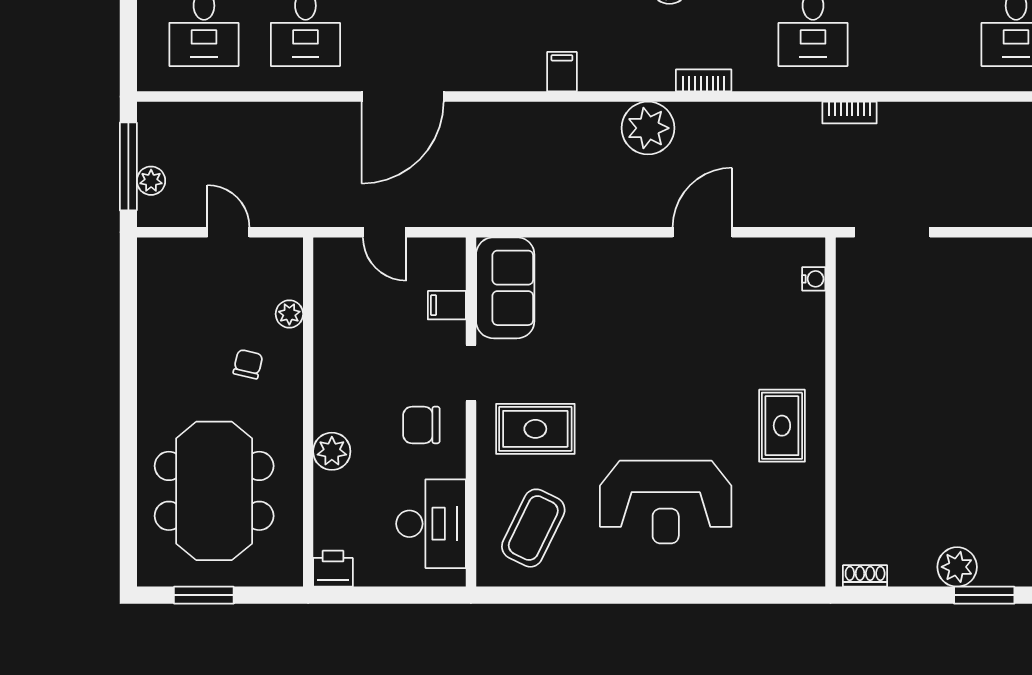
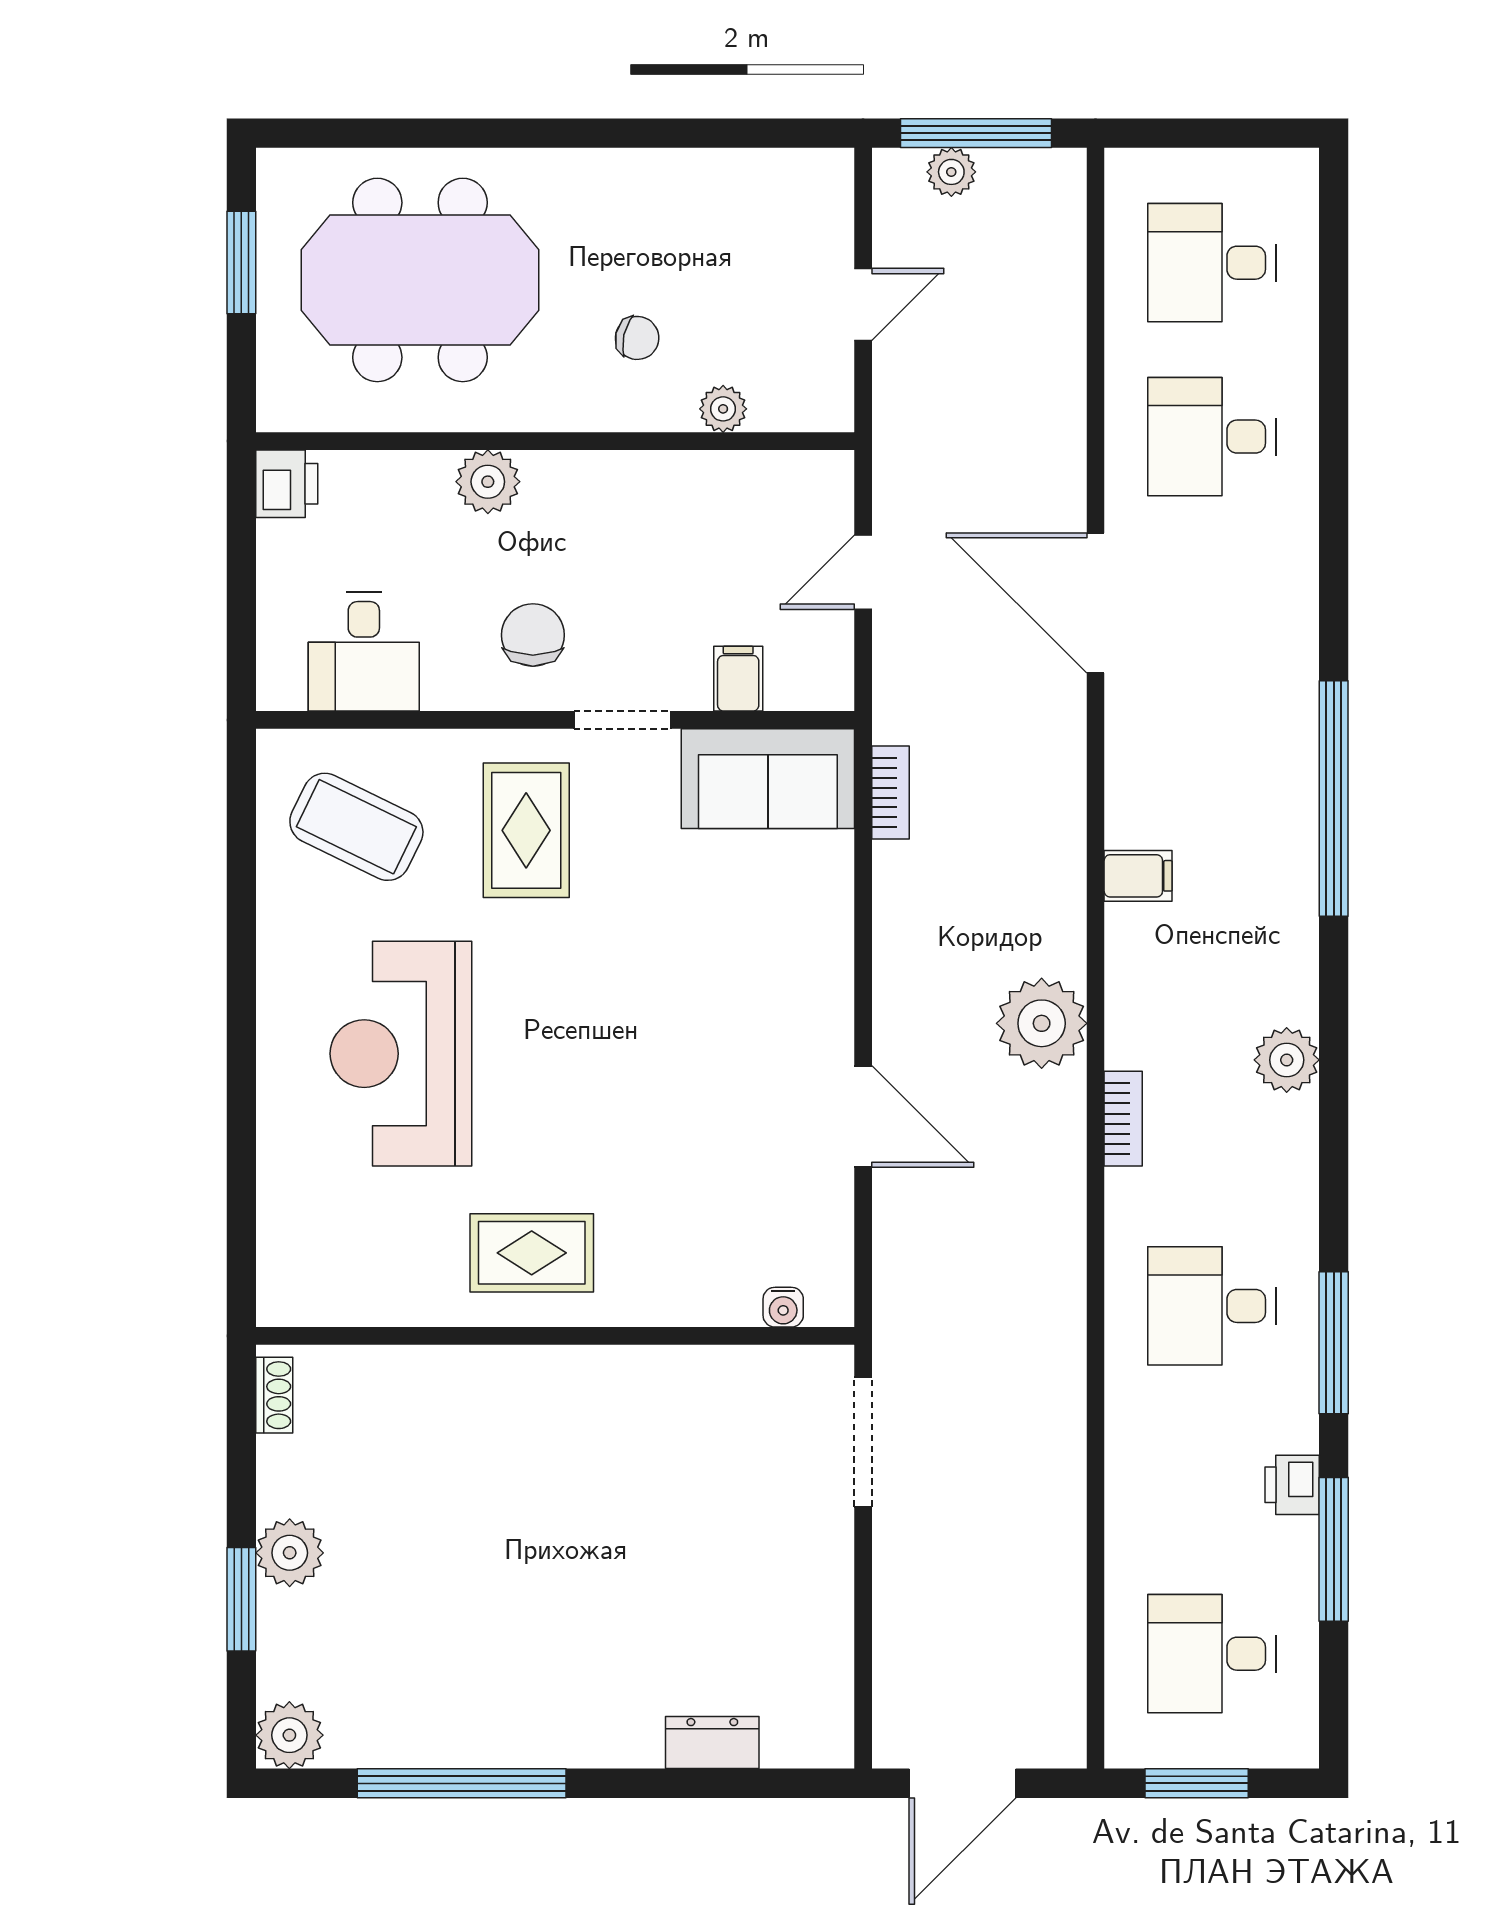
bookcase: (849, 113) -> (890, 793), moved, turned 180
desk: (431, 524) -> (364, 652), width x0.73

